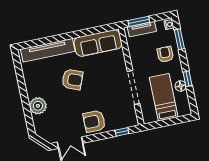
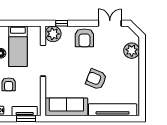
plant: (38, 106) -> (132, 51), moved
plant: (129, 119) -> (53, 34), added
armchair: (94, 121) -> (84, 38), turned 90

